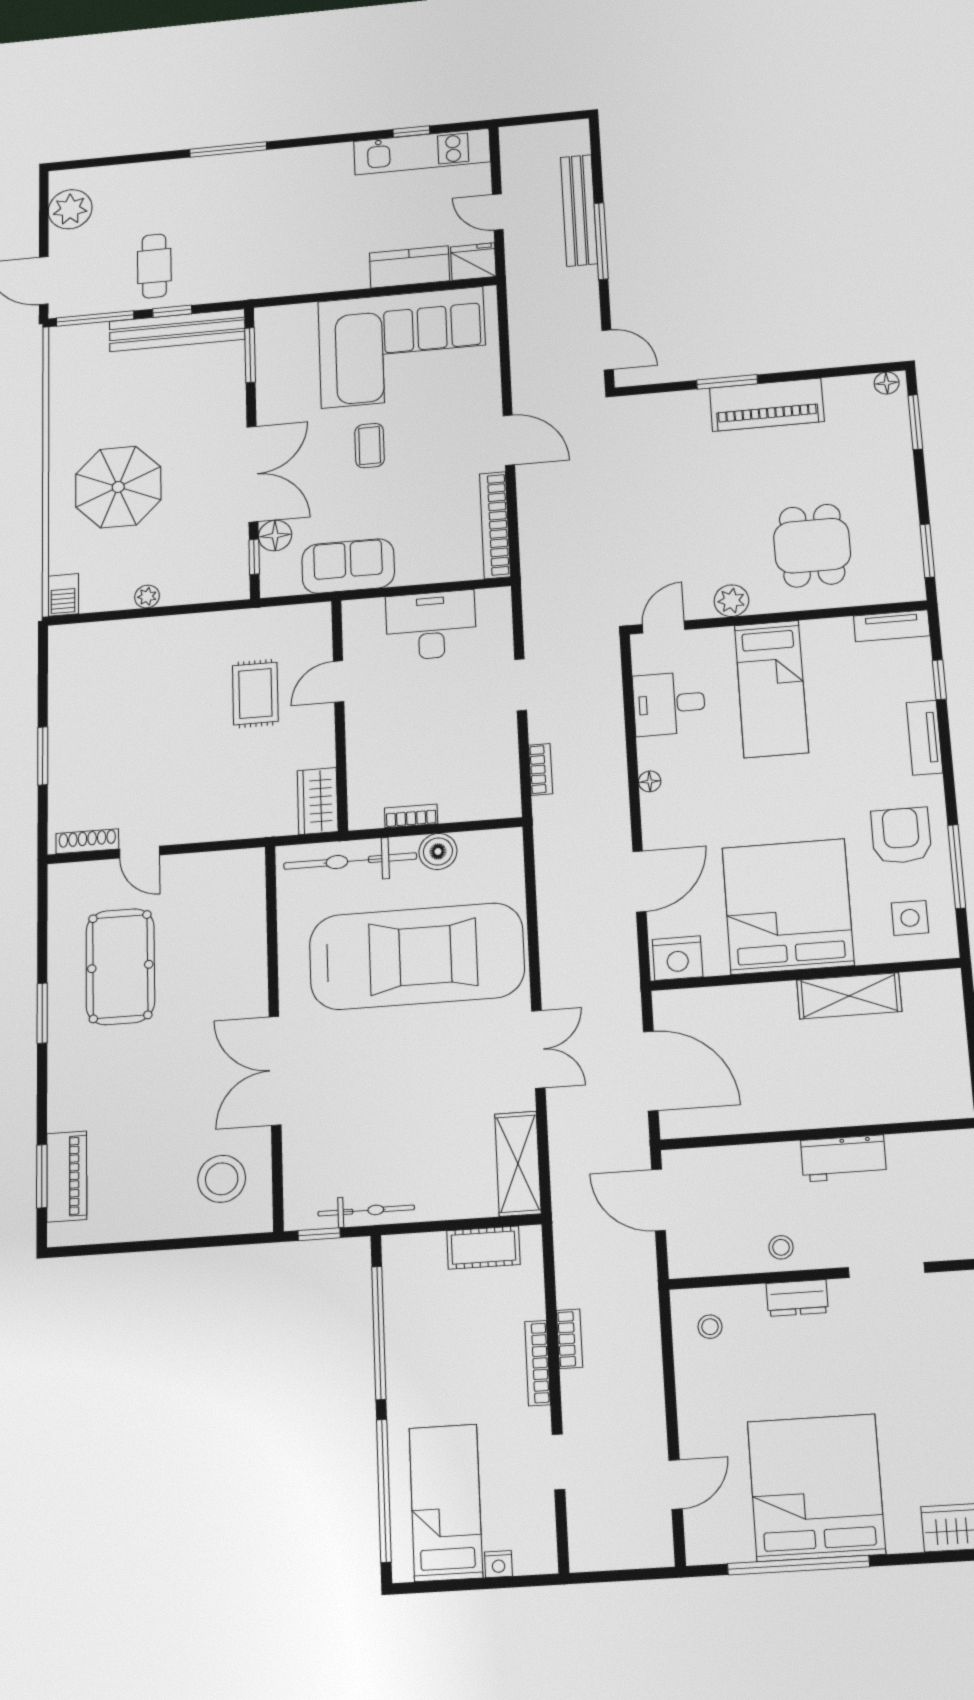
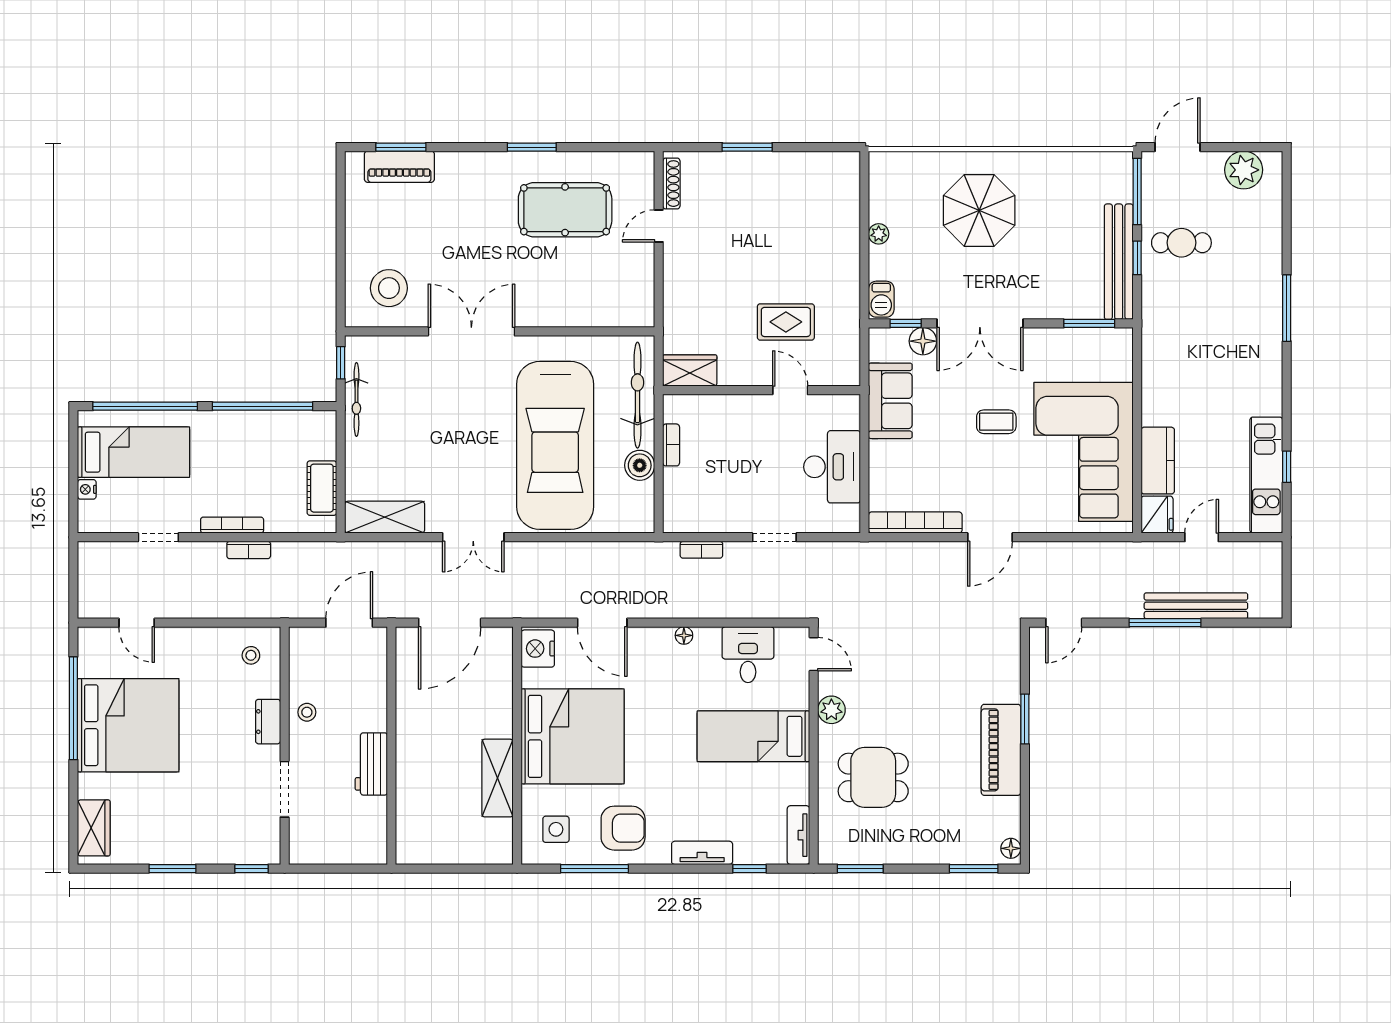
barbecue: (63, 595) -> (881, 299), moved, turned -90

